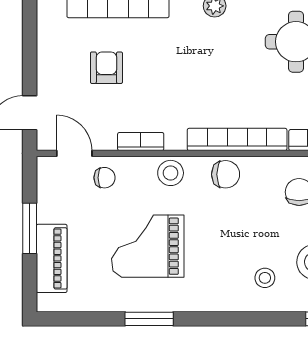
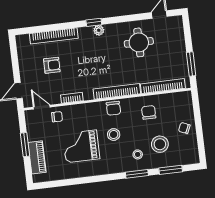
armchair: (106, 68) -> (52, 65), turned 90
stool: (171, 173) -> (114, 135), moved
chair: (226, 174) -> (113, 108), turned 90
window: (149, 319) -> (137, 174), moved

